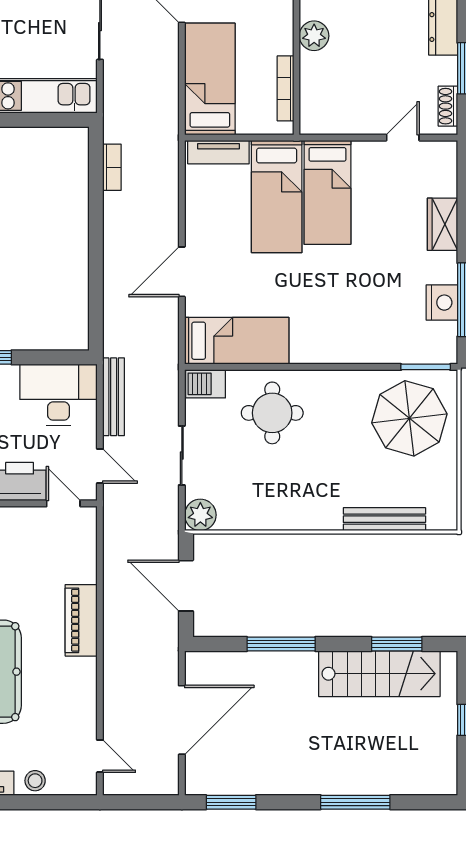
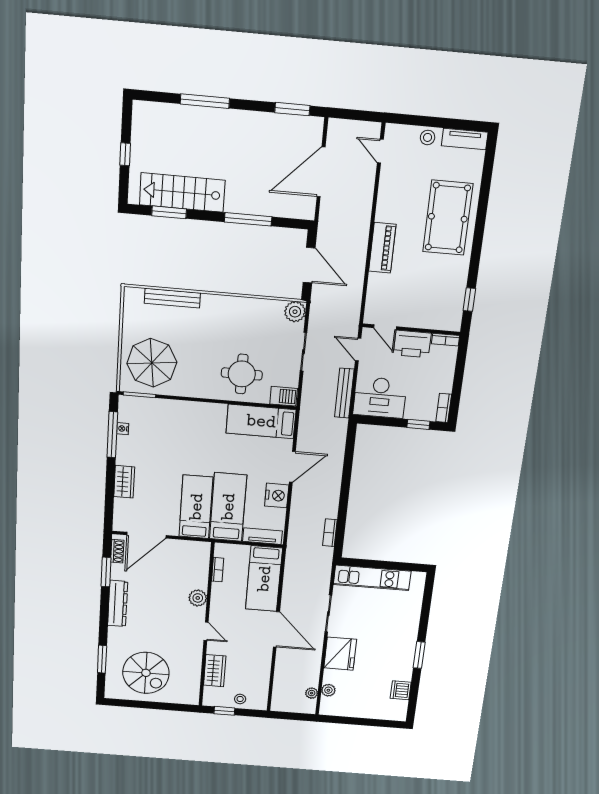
bookcase: (285, 88) -> (218, 570), width x0.64
door: (403, 138) -> (146, 535), width x1.88
nightstand: (202, 222) -> (277, 495), added
nightstand: (442, 303) -> (123, 429), width x0.53, depth x0.56

